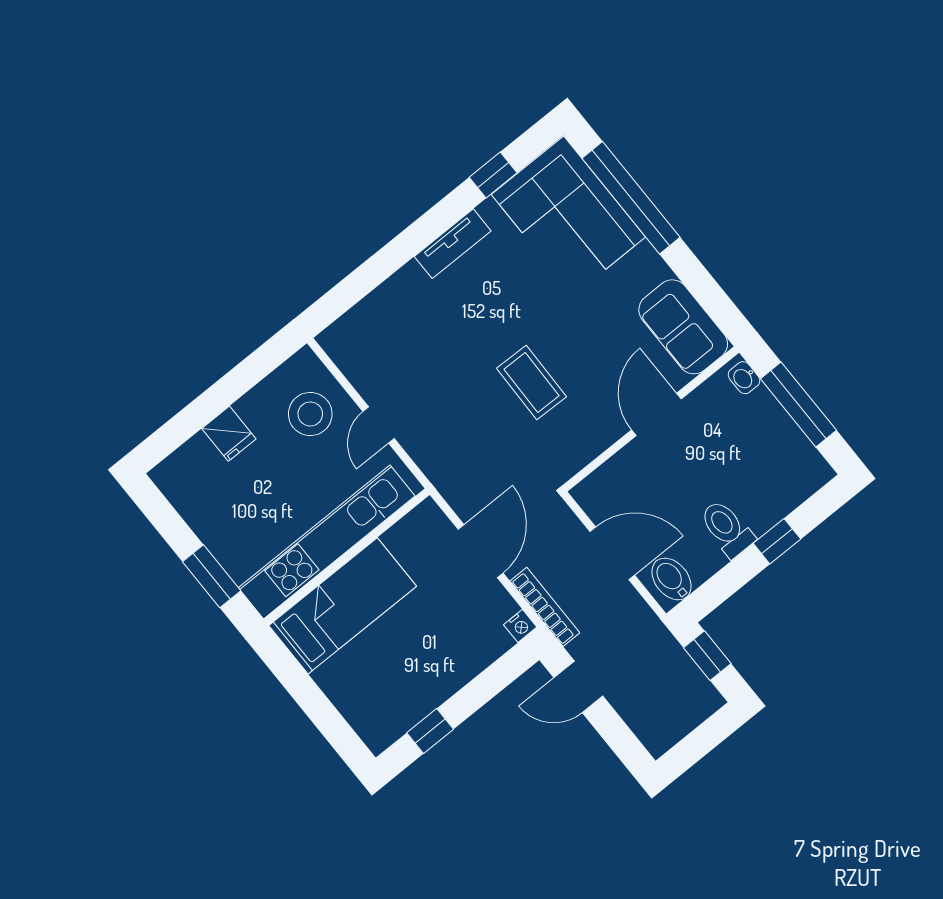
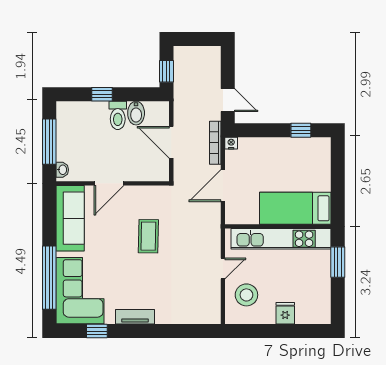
sofa: (683, 327) -> (70, 218), width x1.36
bidet: (671, 579) -> (136, 113), moved

